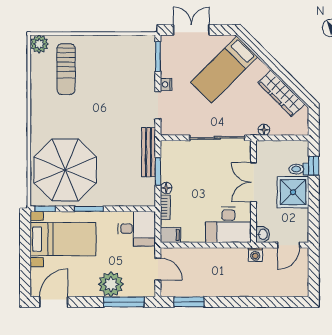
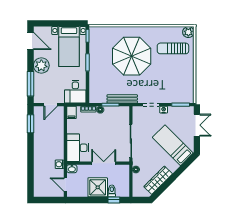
parasol: (65, 170) -> (132, 56), moved
plant: (111, 284) -> (41, 66), moved

